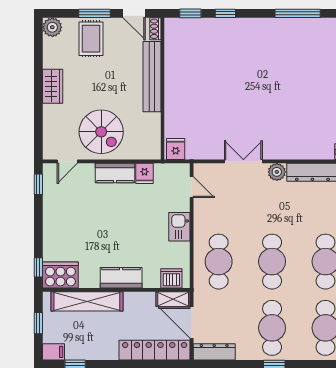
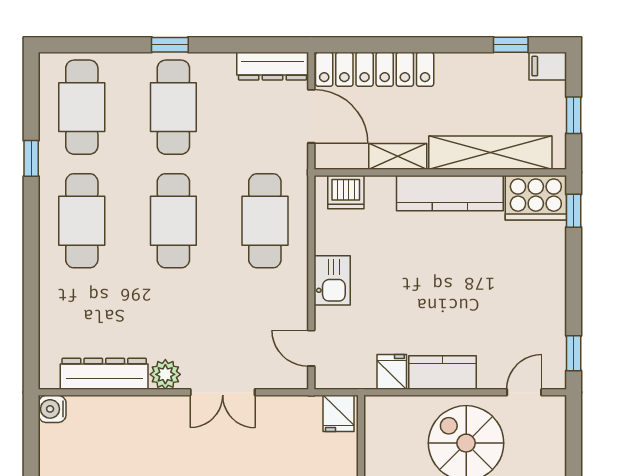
kitchen counter: (121, 278) -> (450, 193), width x1.50
shelving: (173, 299) -> (398, 156), moved

